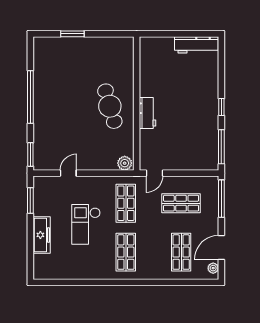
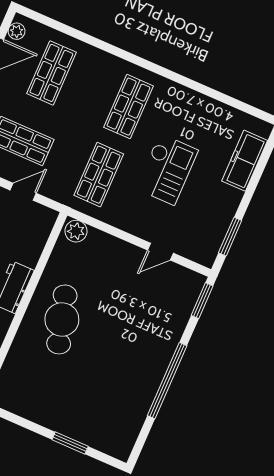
door: (154, 173) -> (23, 192), moved
freezer: (42, 235) -> (245, 161), moved

